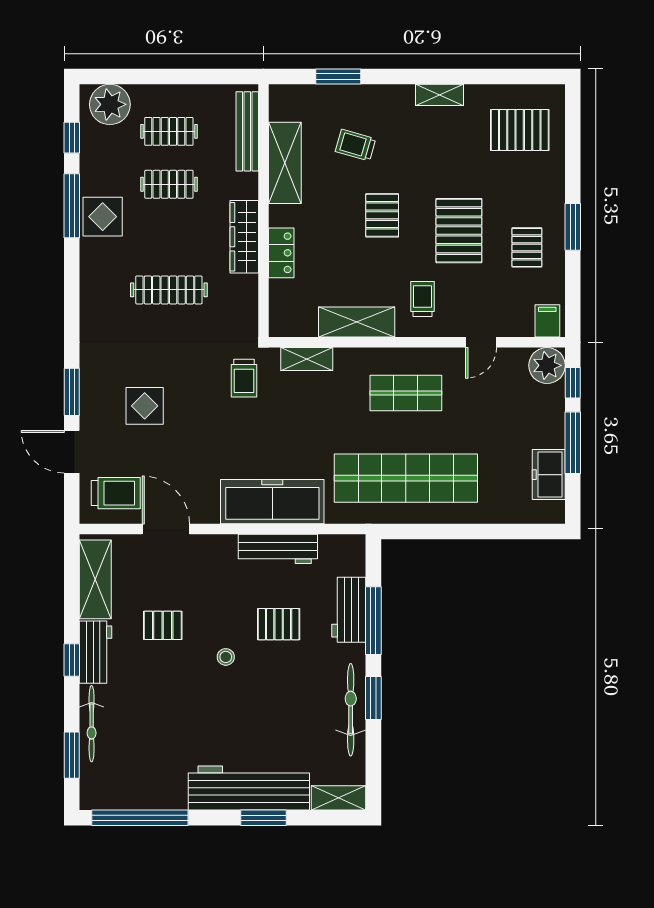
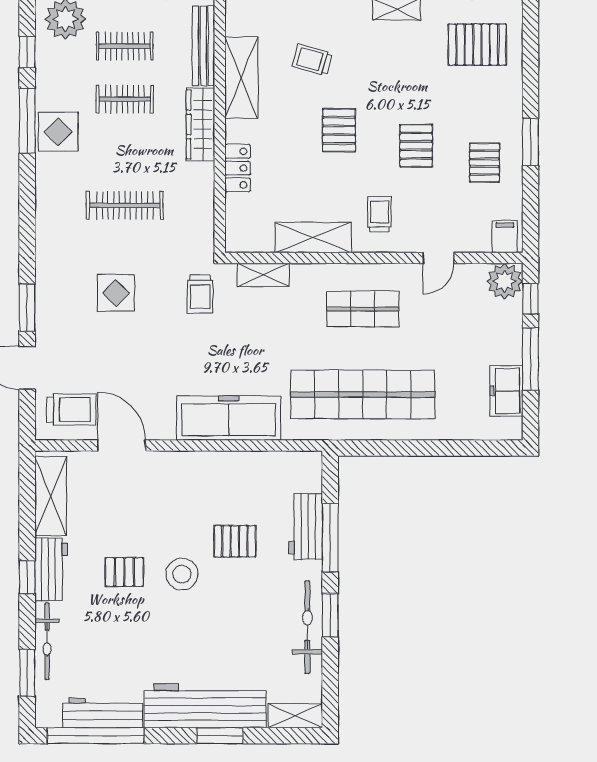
pallet: (459, 231) -> (416, 146), width x0.67, depth x0.71
wardrobe: (244, 237) -> (200, 124), moved
display table: (145, 406) -> (116, 293), moved
workbench: (278, 549) -> (103, 713), moved, turned 180
pallet: (163, 625) -> (124, 572), moved
stool: (226, 657) -> (182, 574), width x1.89, depth x1.89

